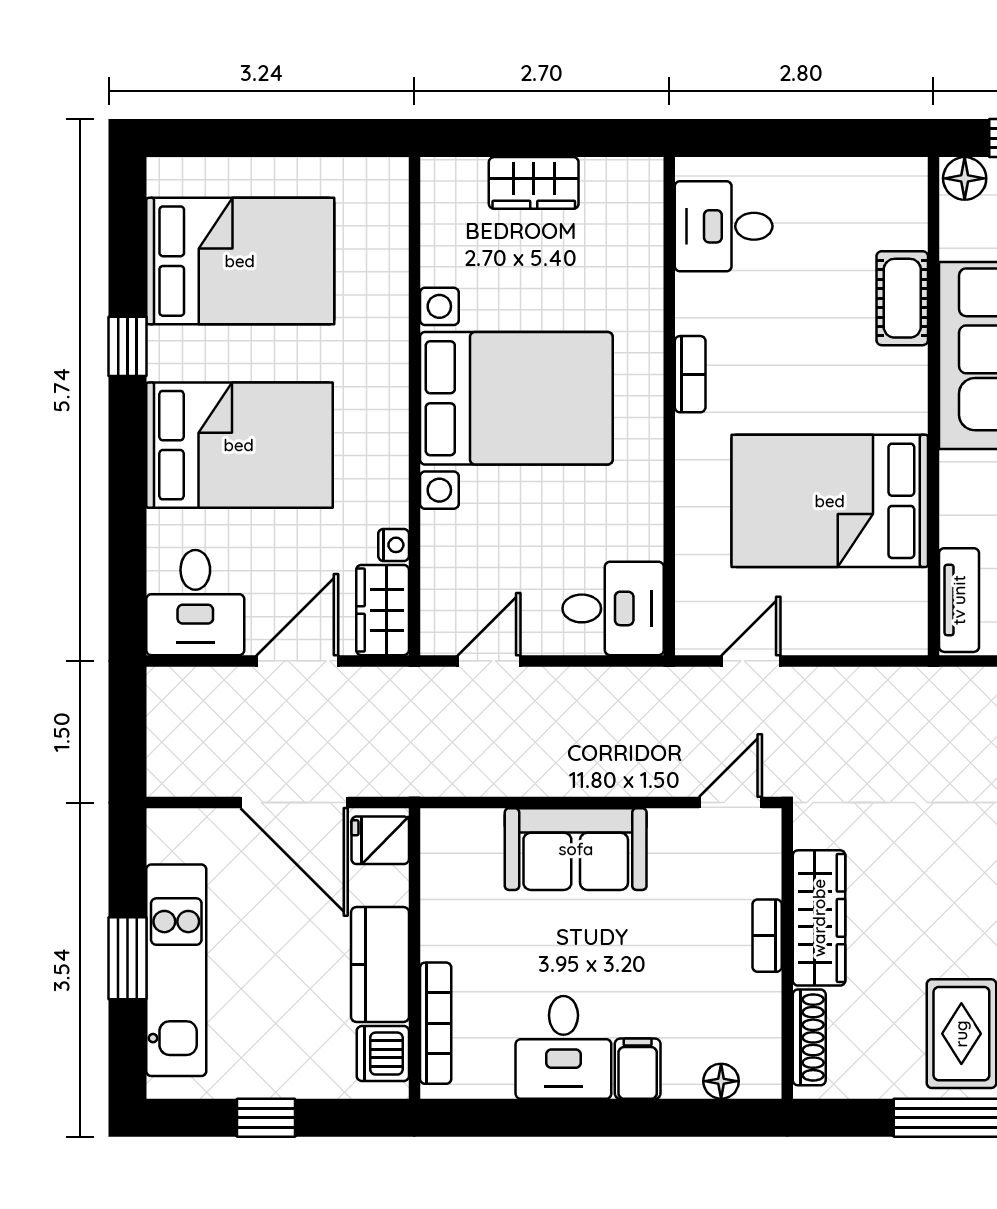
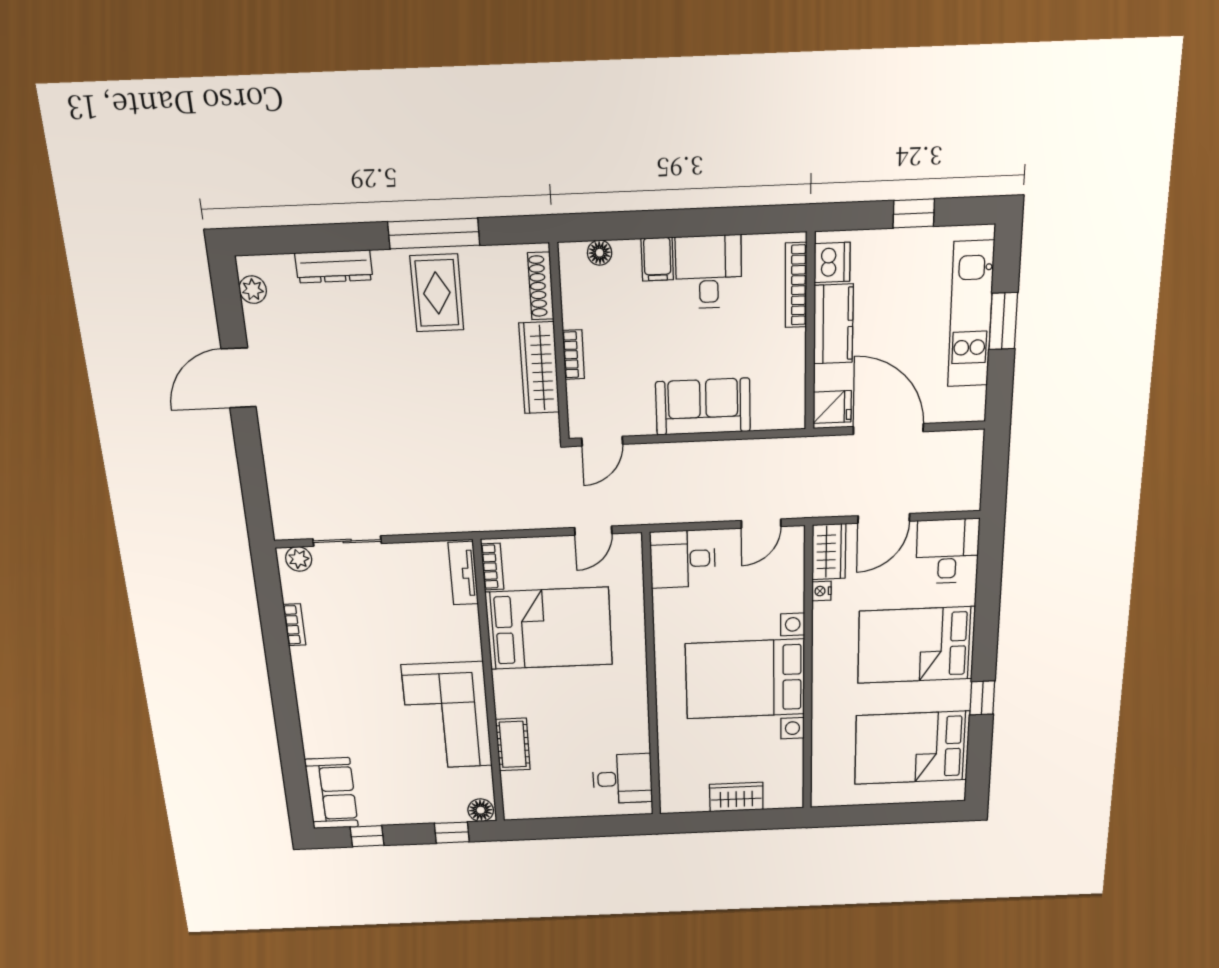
bookcase: (690, 374) -> (492, 567), moved, turned 180

